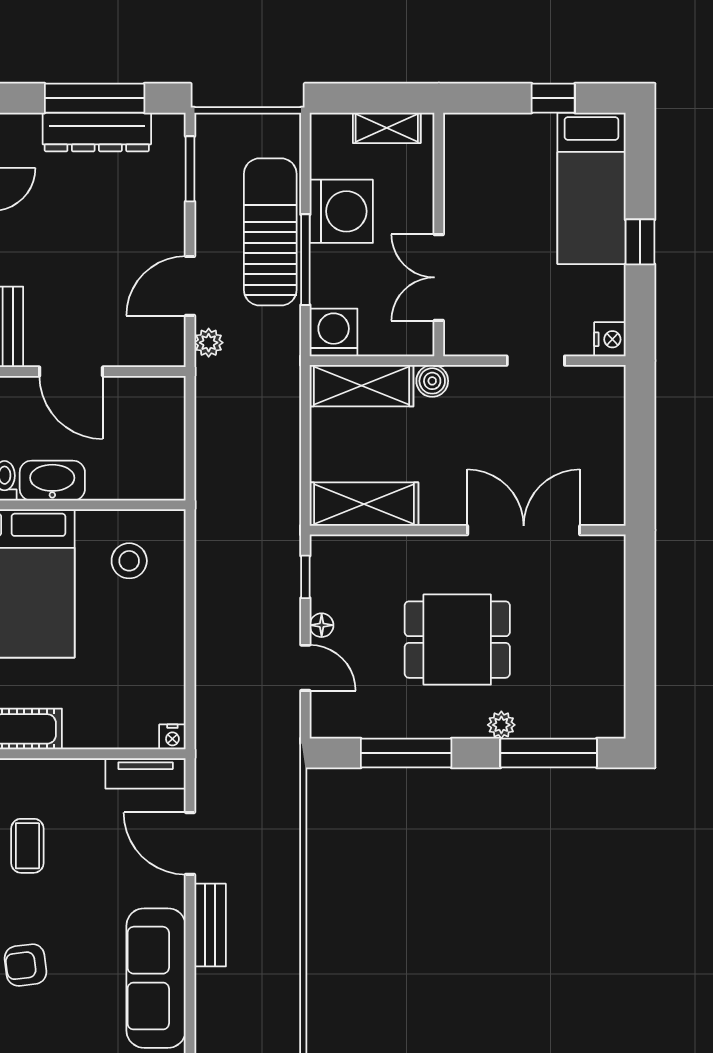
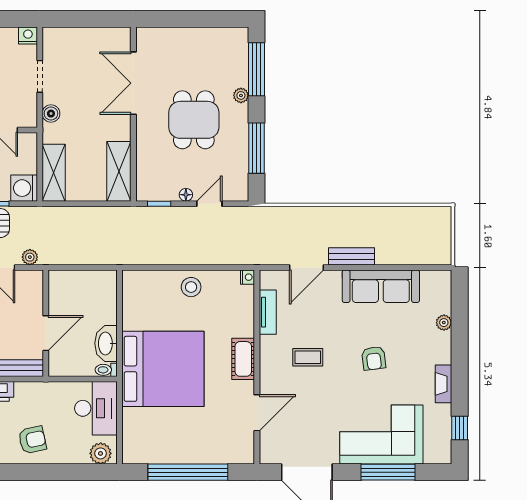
boiler: (432, 381) -> (51, 114), moved
stool: (129, 561) -> (191, 287), moved
tv unit: (146, 773) -> (268, 312), moved

